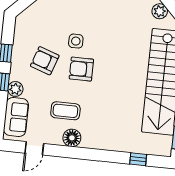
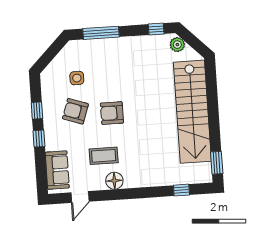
side table: (76, 41) -> (77, 78), moved
plant: (15, 89) -> (52, 143), removed

